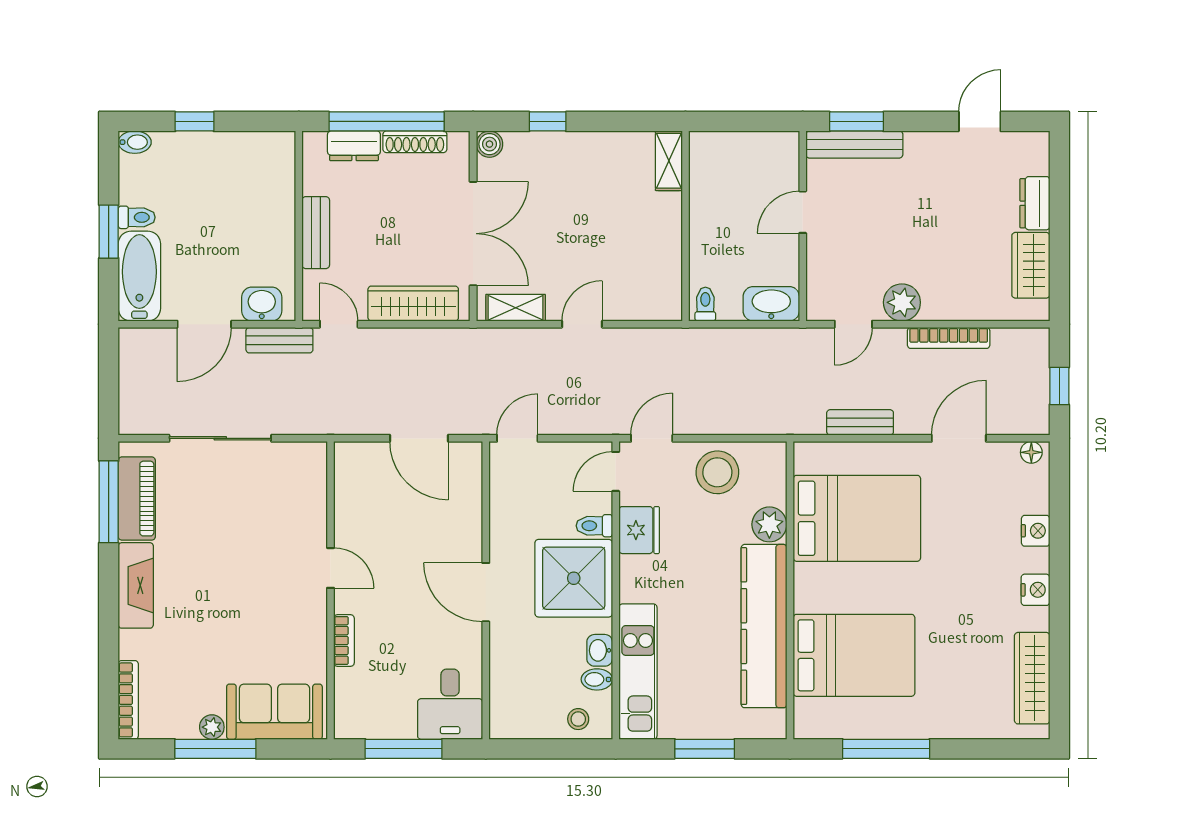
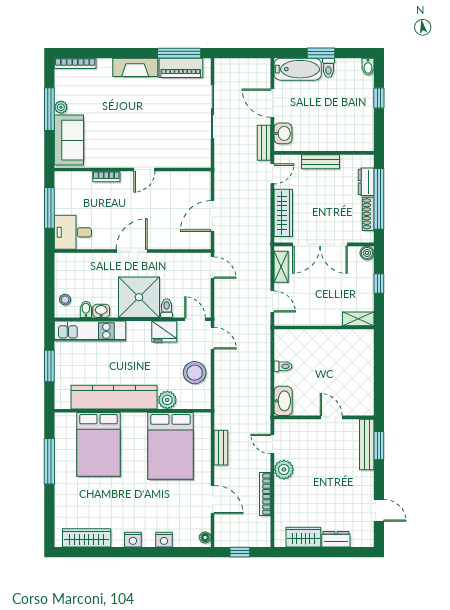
shelving: (669, 161) -> (358, 319), moved
wall: (685, 226) -> (324, 328), moved

